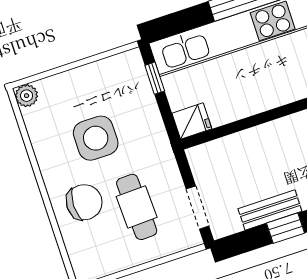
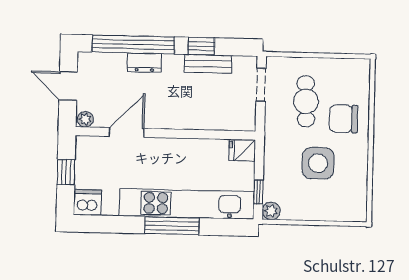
plant: (27, 96) -> (271, 211), moved

